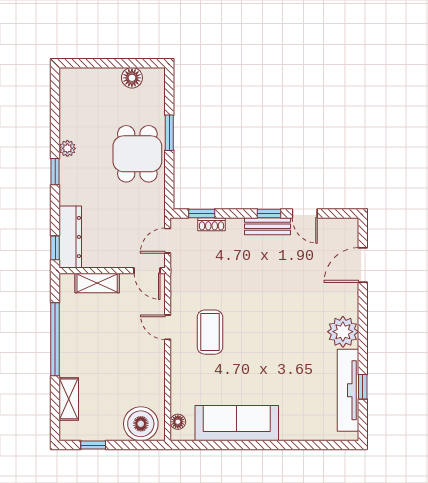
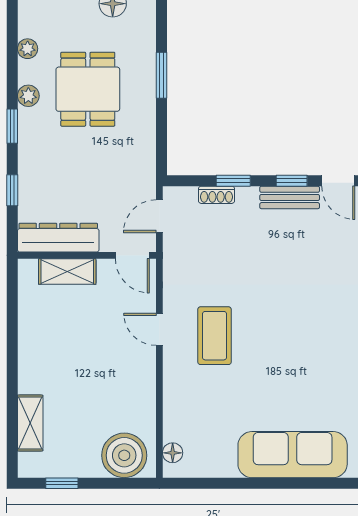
plant: (67, 112) -> (28, 49), added
dining table: (137, 154) -> (88, 89), moved
window: (202, 213) -> (233, 181), moved
dresser: (70, 237) -> (58, 238), moved, turned -90
window: (55, 248) -> (12, 190), moved
window: (55, 339) -> (12, 345), removed
sofa: (237, 423) -> (293, 455), moved

